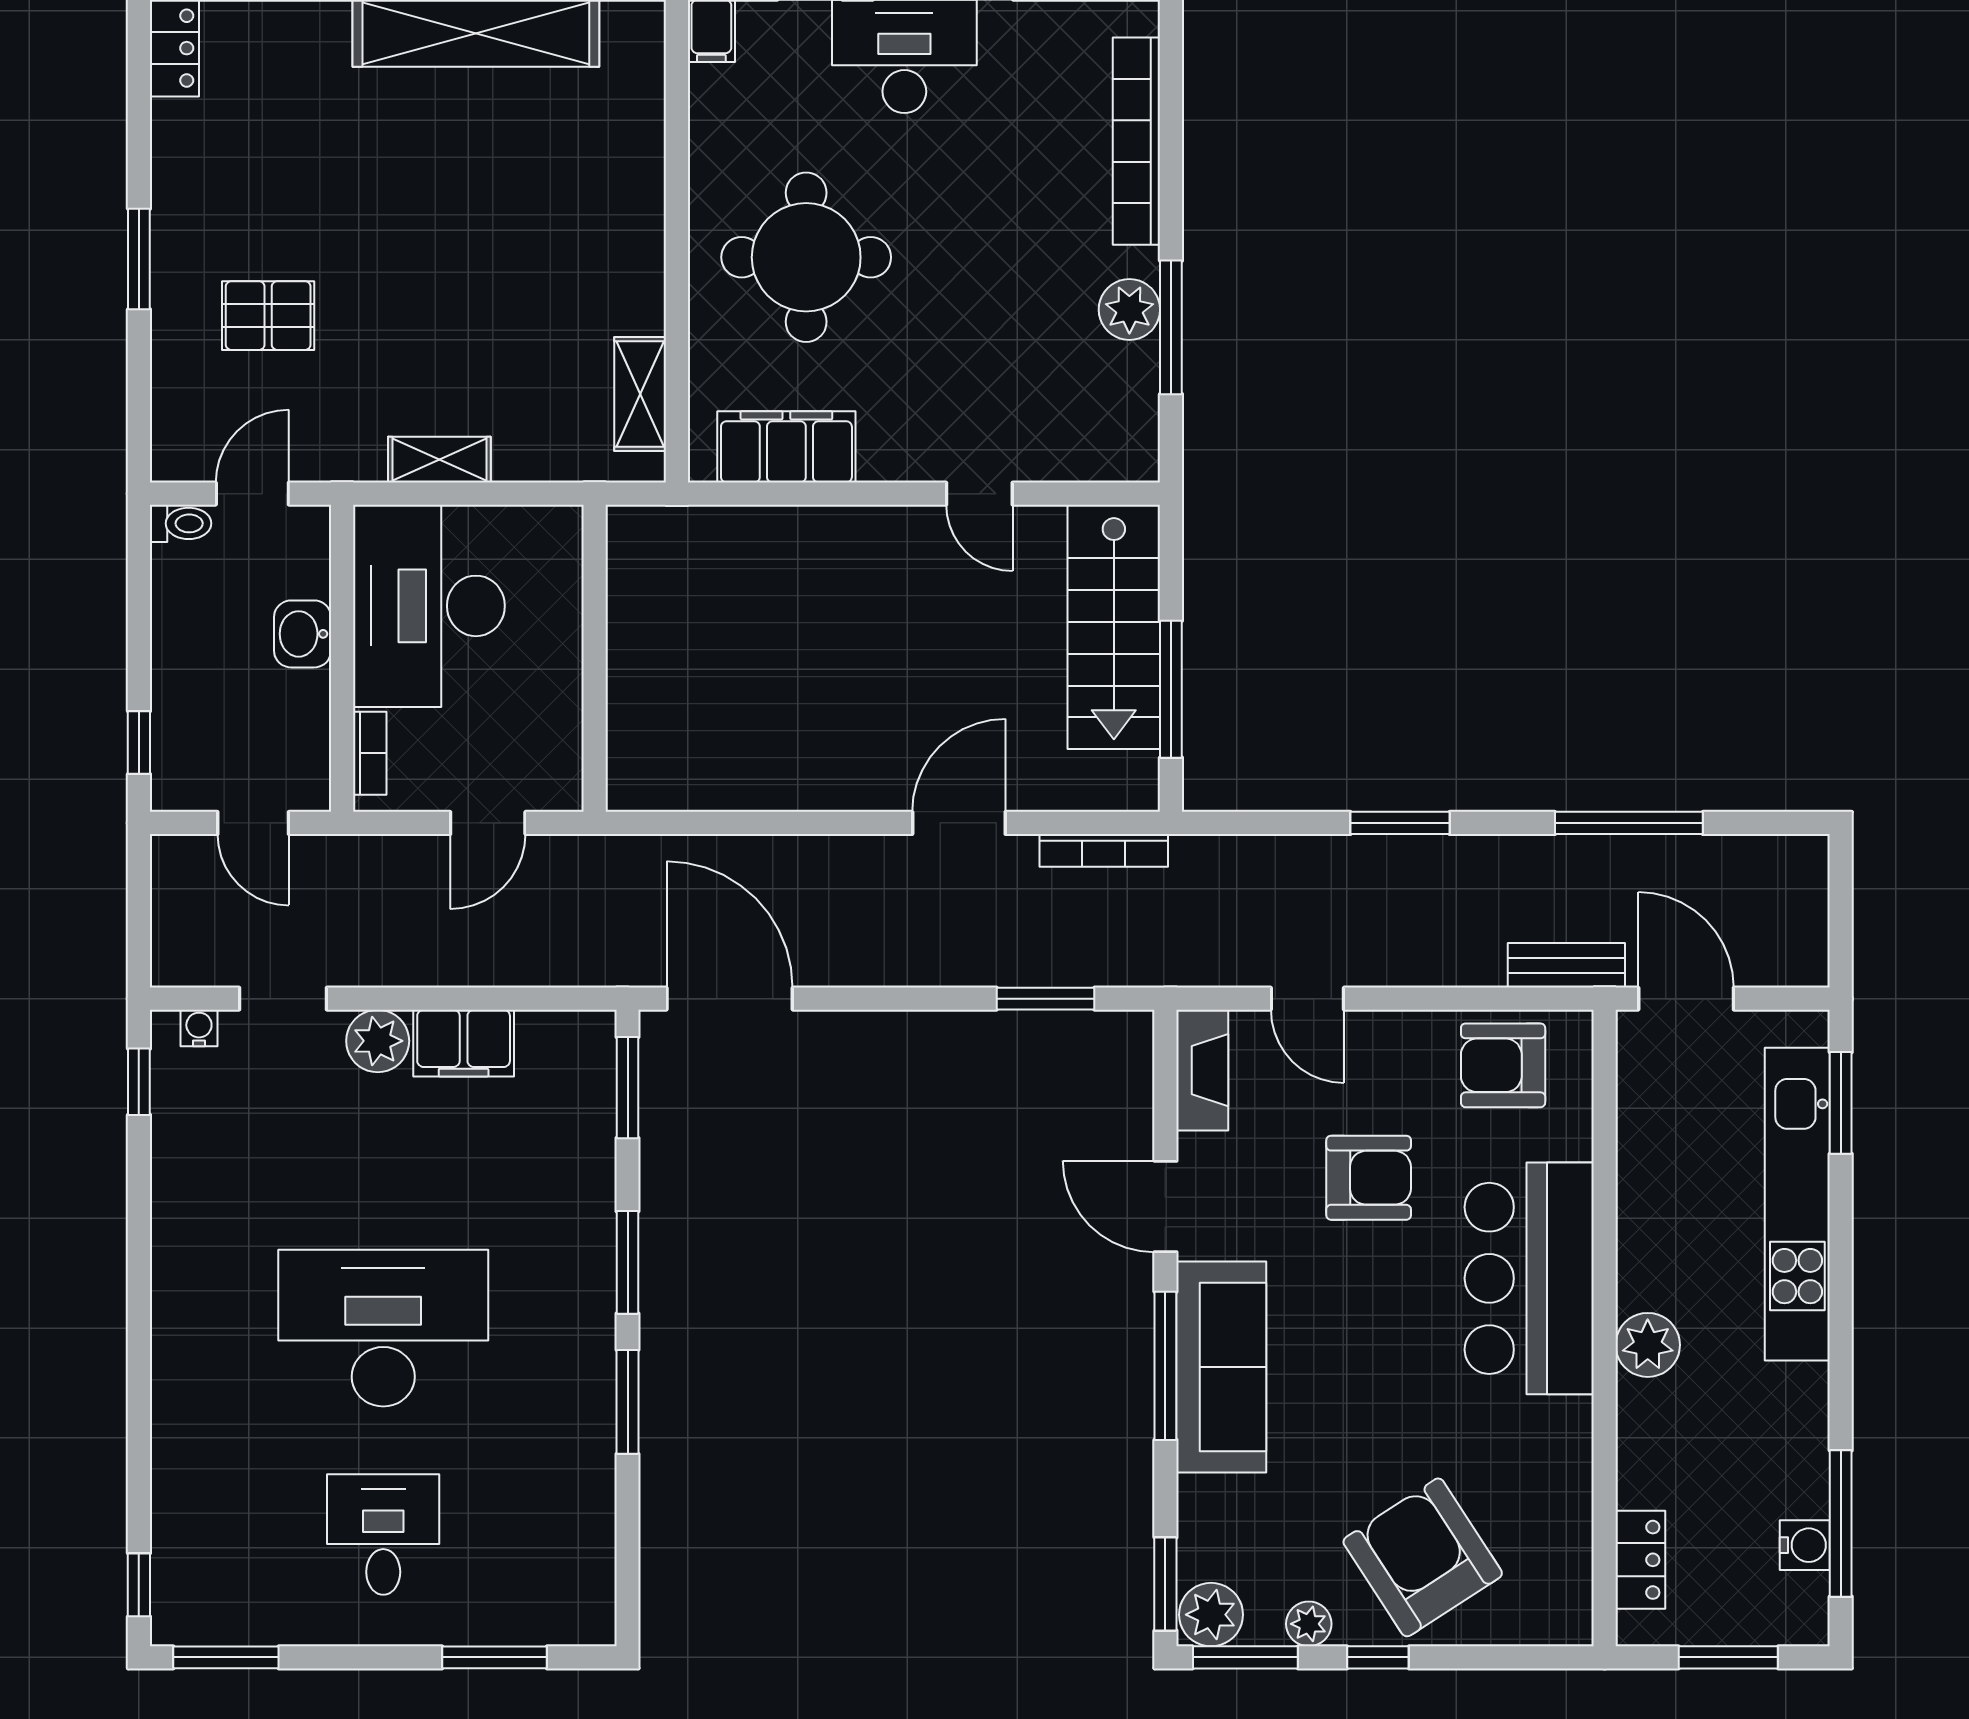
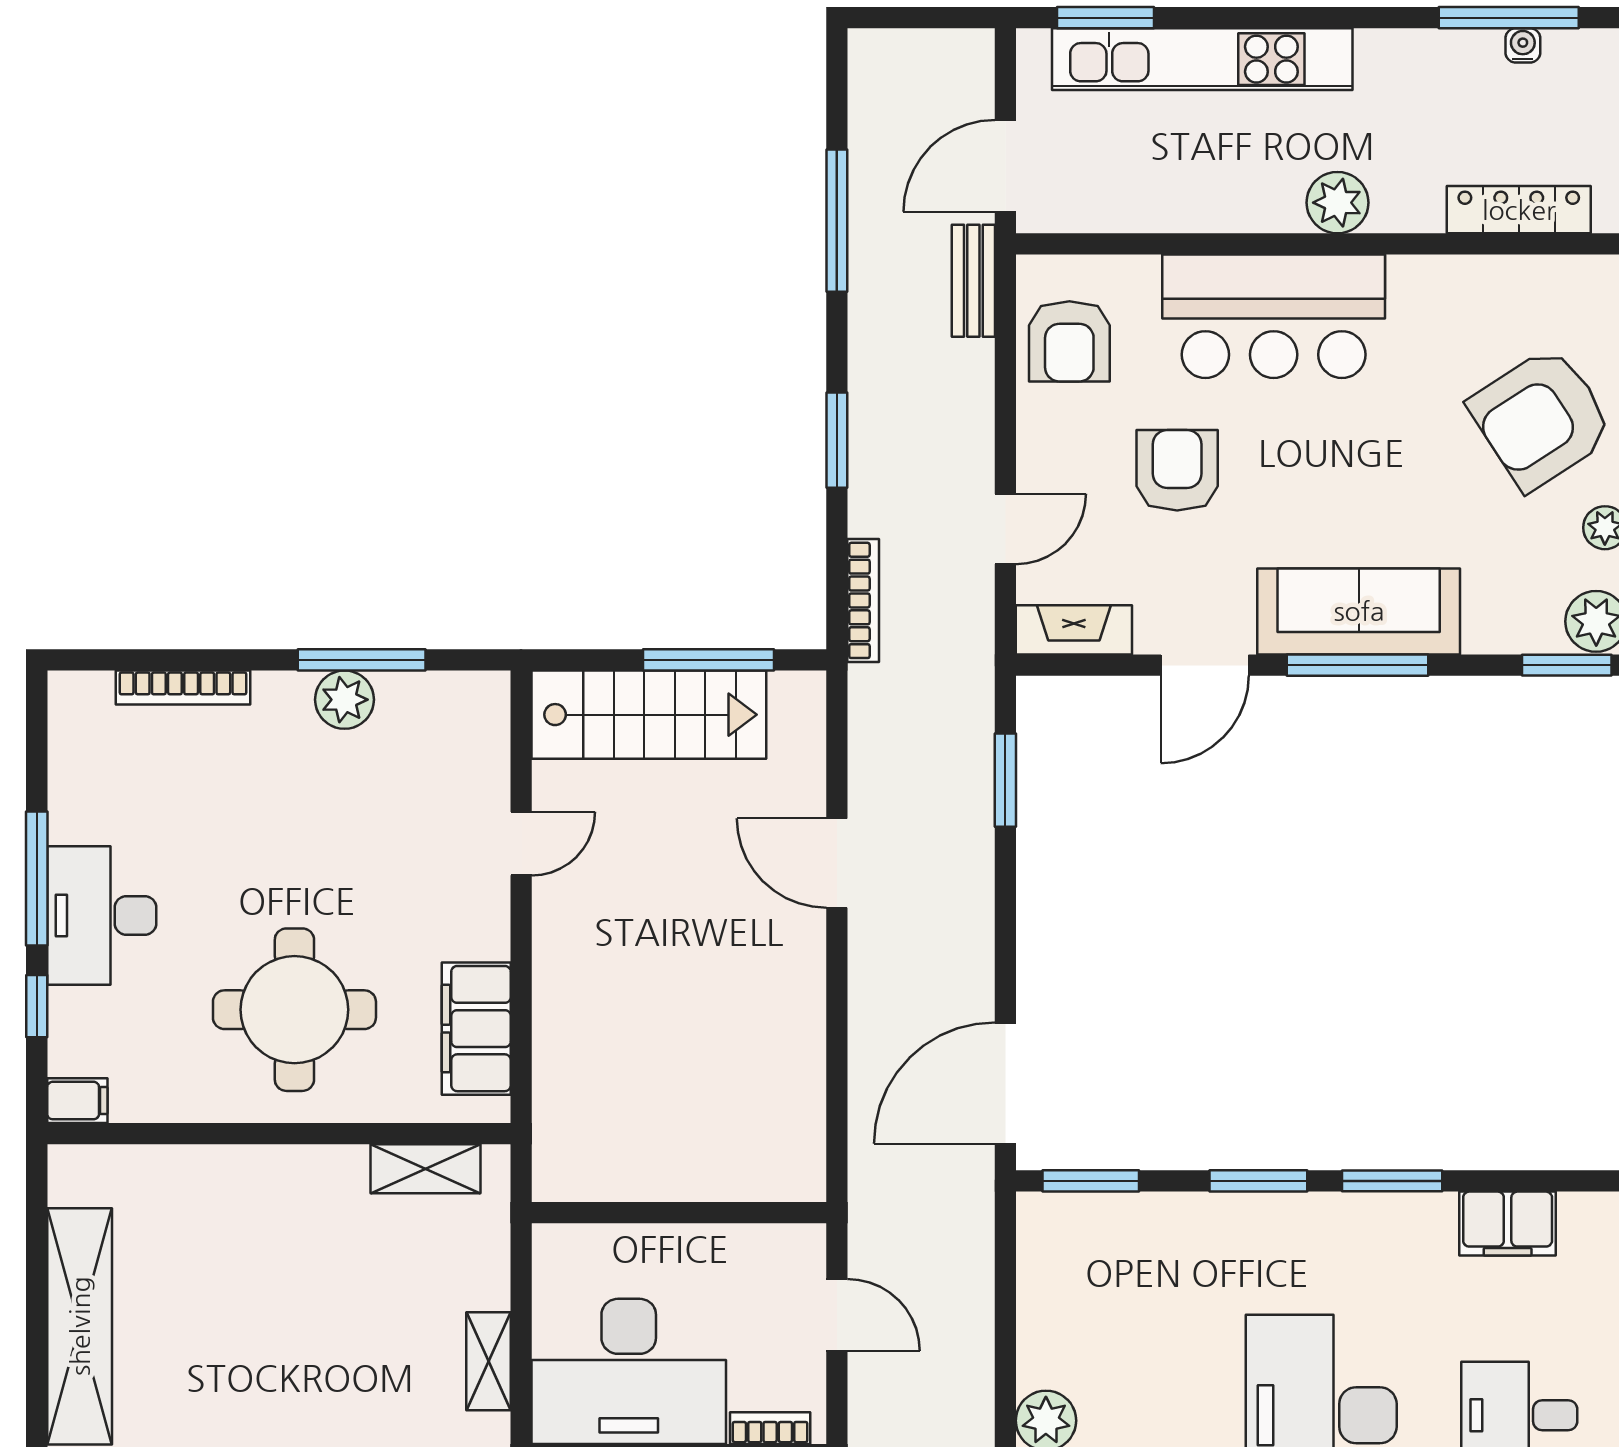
bookcase: (1136, 141) -> (183, 688), width x0.68, depth x0.76
bookcase: (1104, 850) -> (863, 600), moved
filing cabinet: (464, 1043) -> (1508, 1224), moved, turned 90
water cooler: (1805, 1545) -> (1523, 45), width x0.72, depth x0.72
locker: (1640, 1560) -> (1519, 210), width x1.53

